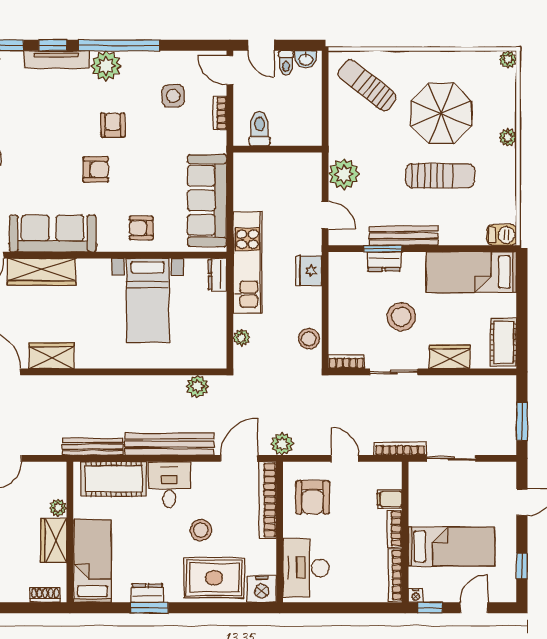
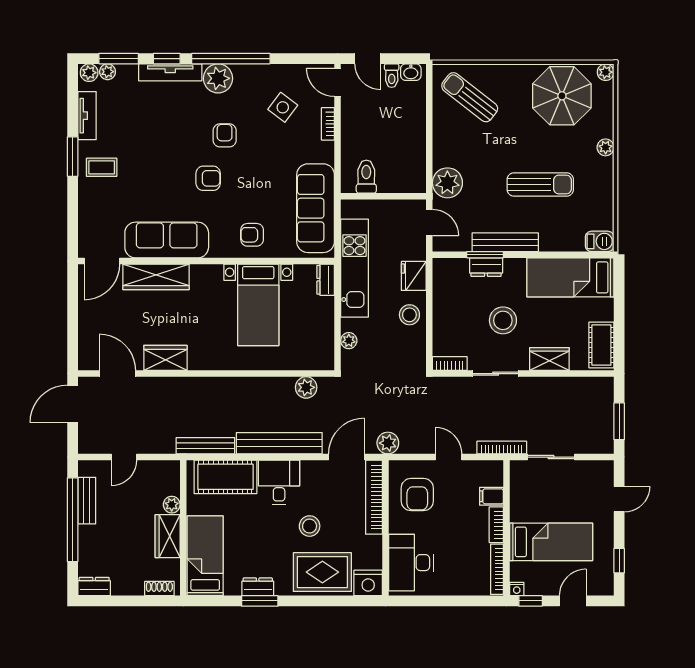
side table: (173, 96) -> (283, 107), turned 37
parasol: (441, 114) -> (562, 96), moved
toilet: (260, 129) -> (366, 177), moved
wall: (277, 149) -> (383, 196), moved
stool: (309, 339) -> (409, 315), moved

